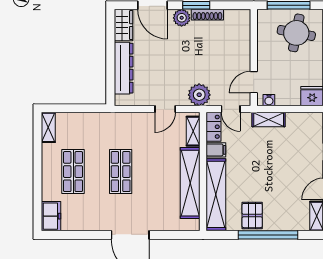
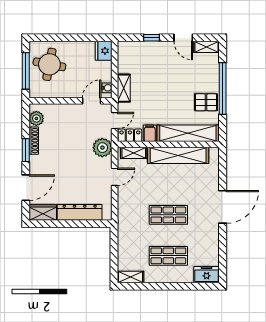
plant: (182, 18) -> (36, 118), moved
door: (254, 82) -> (92, 101), swing flipped
door: (165, 109) -> (115, 177), hinge flipped

